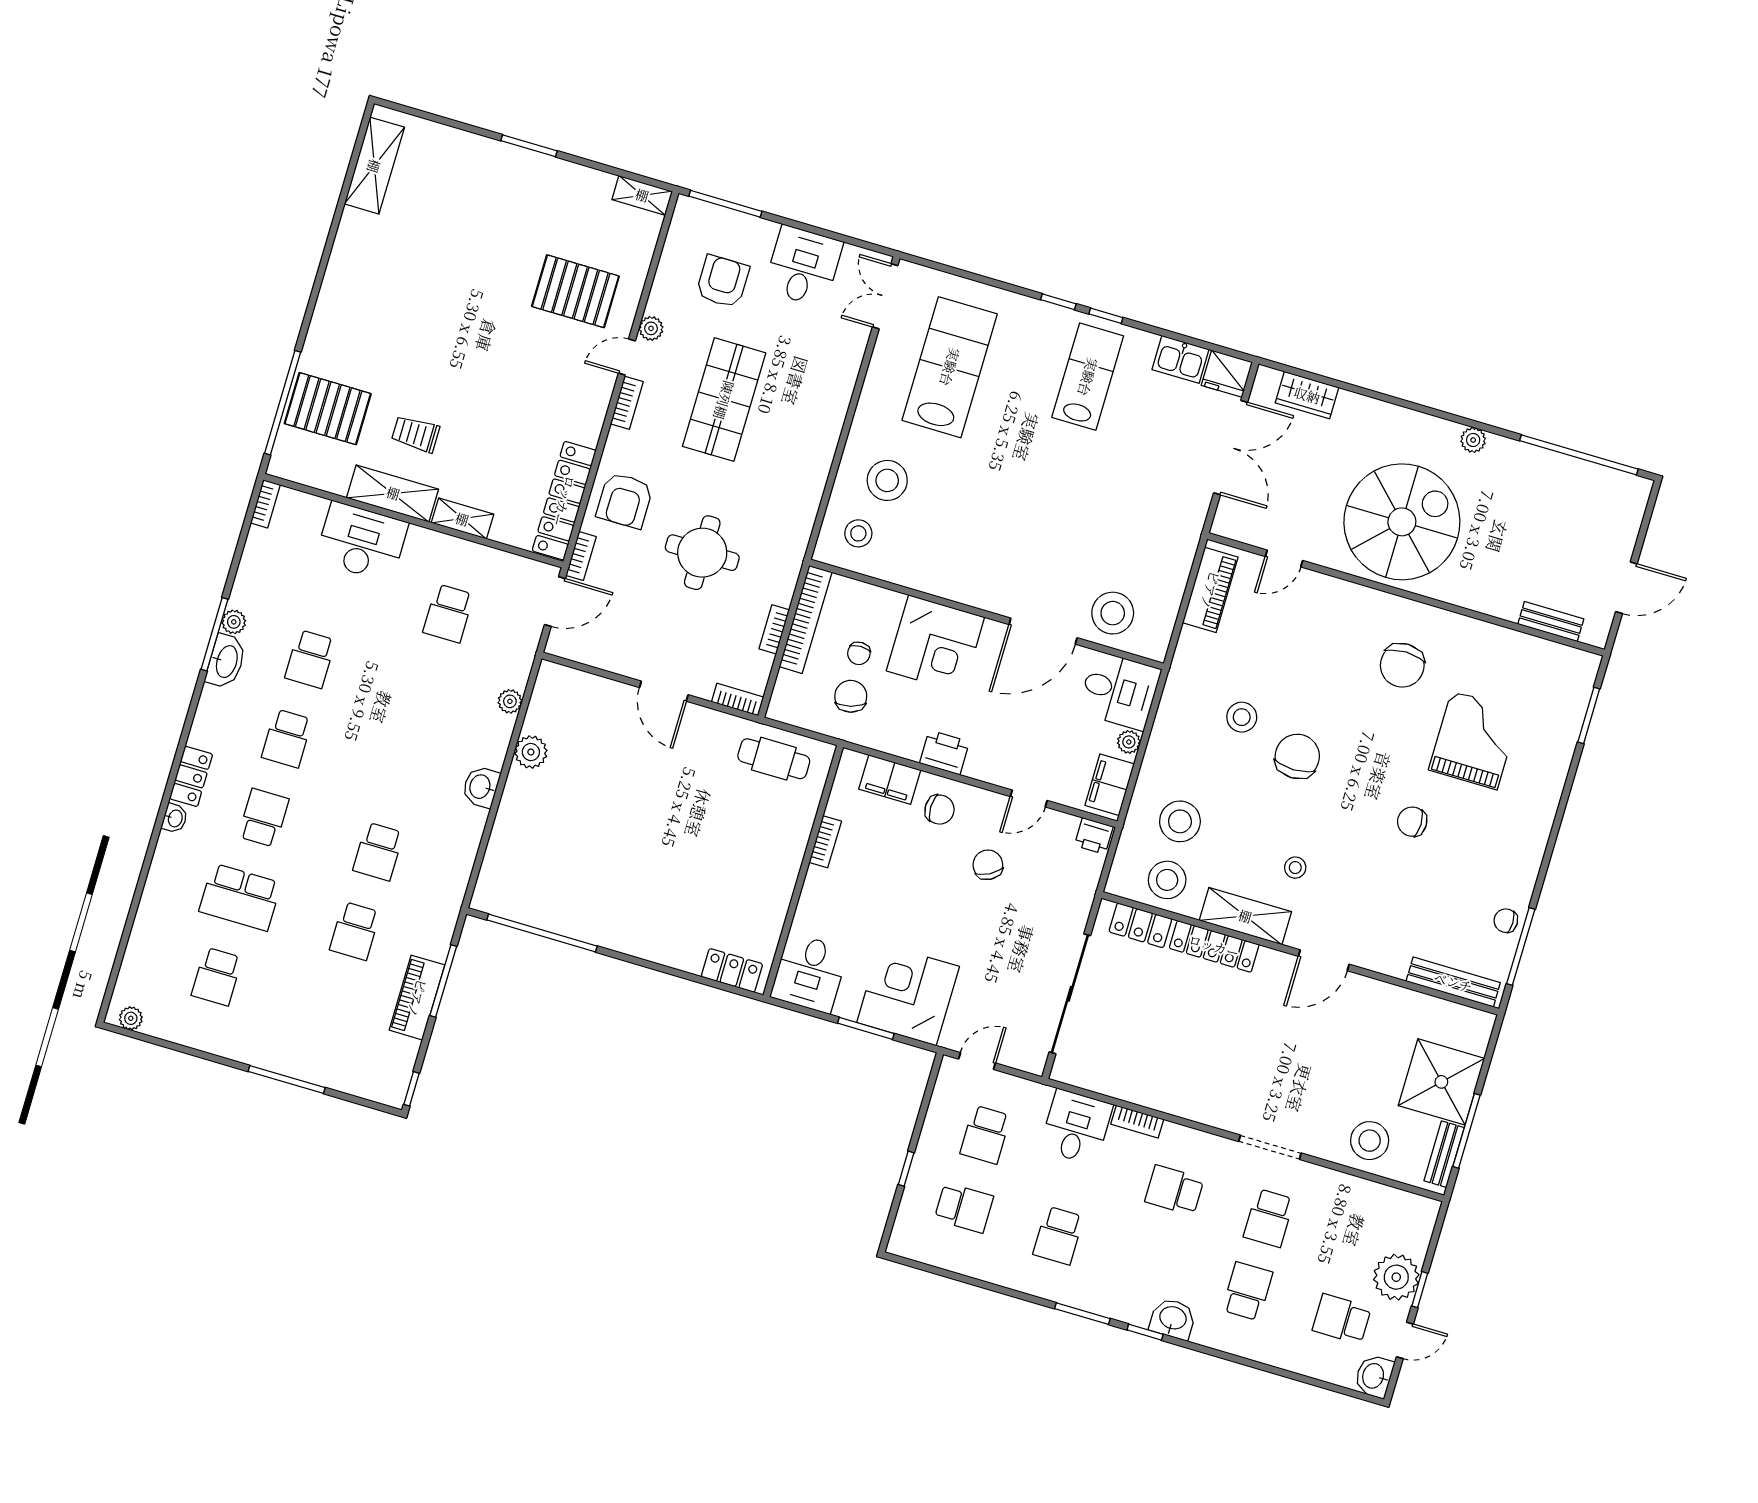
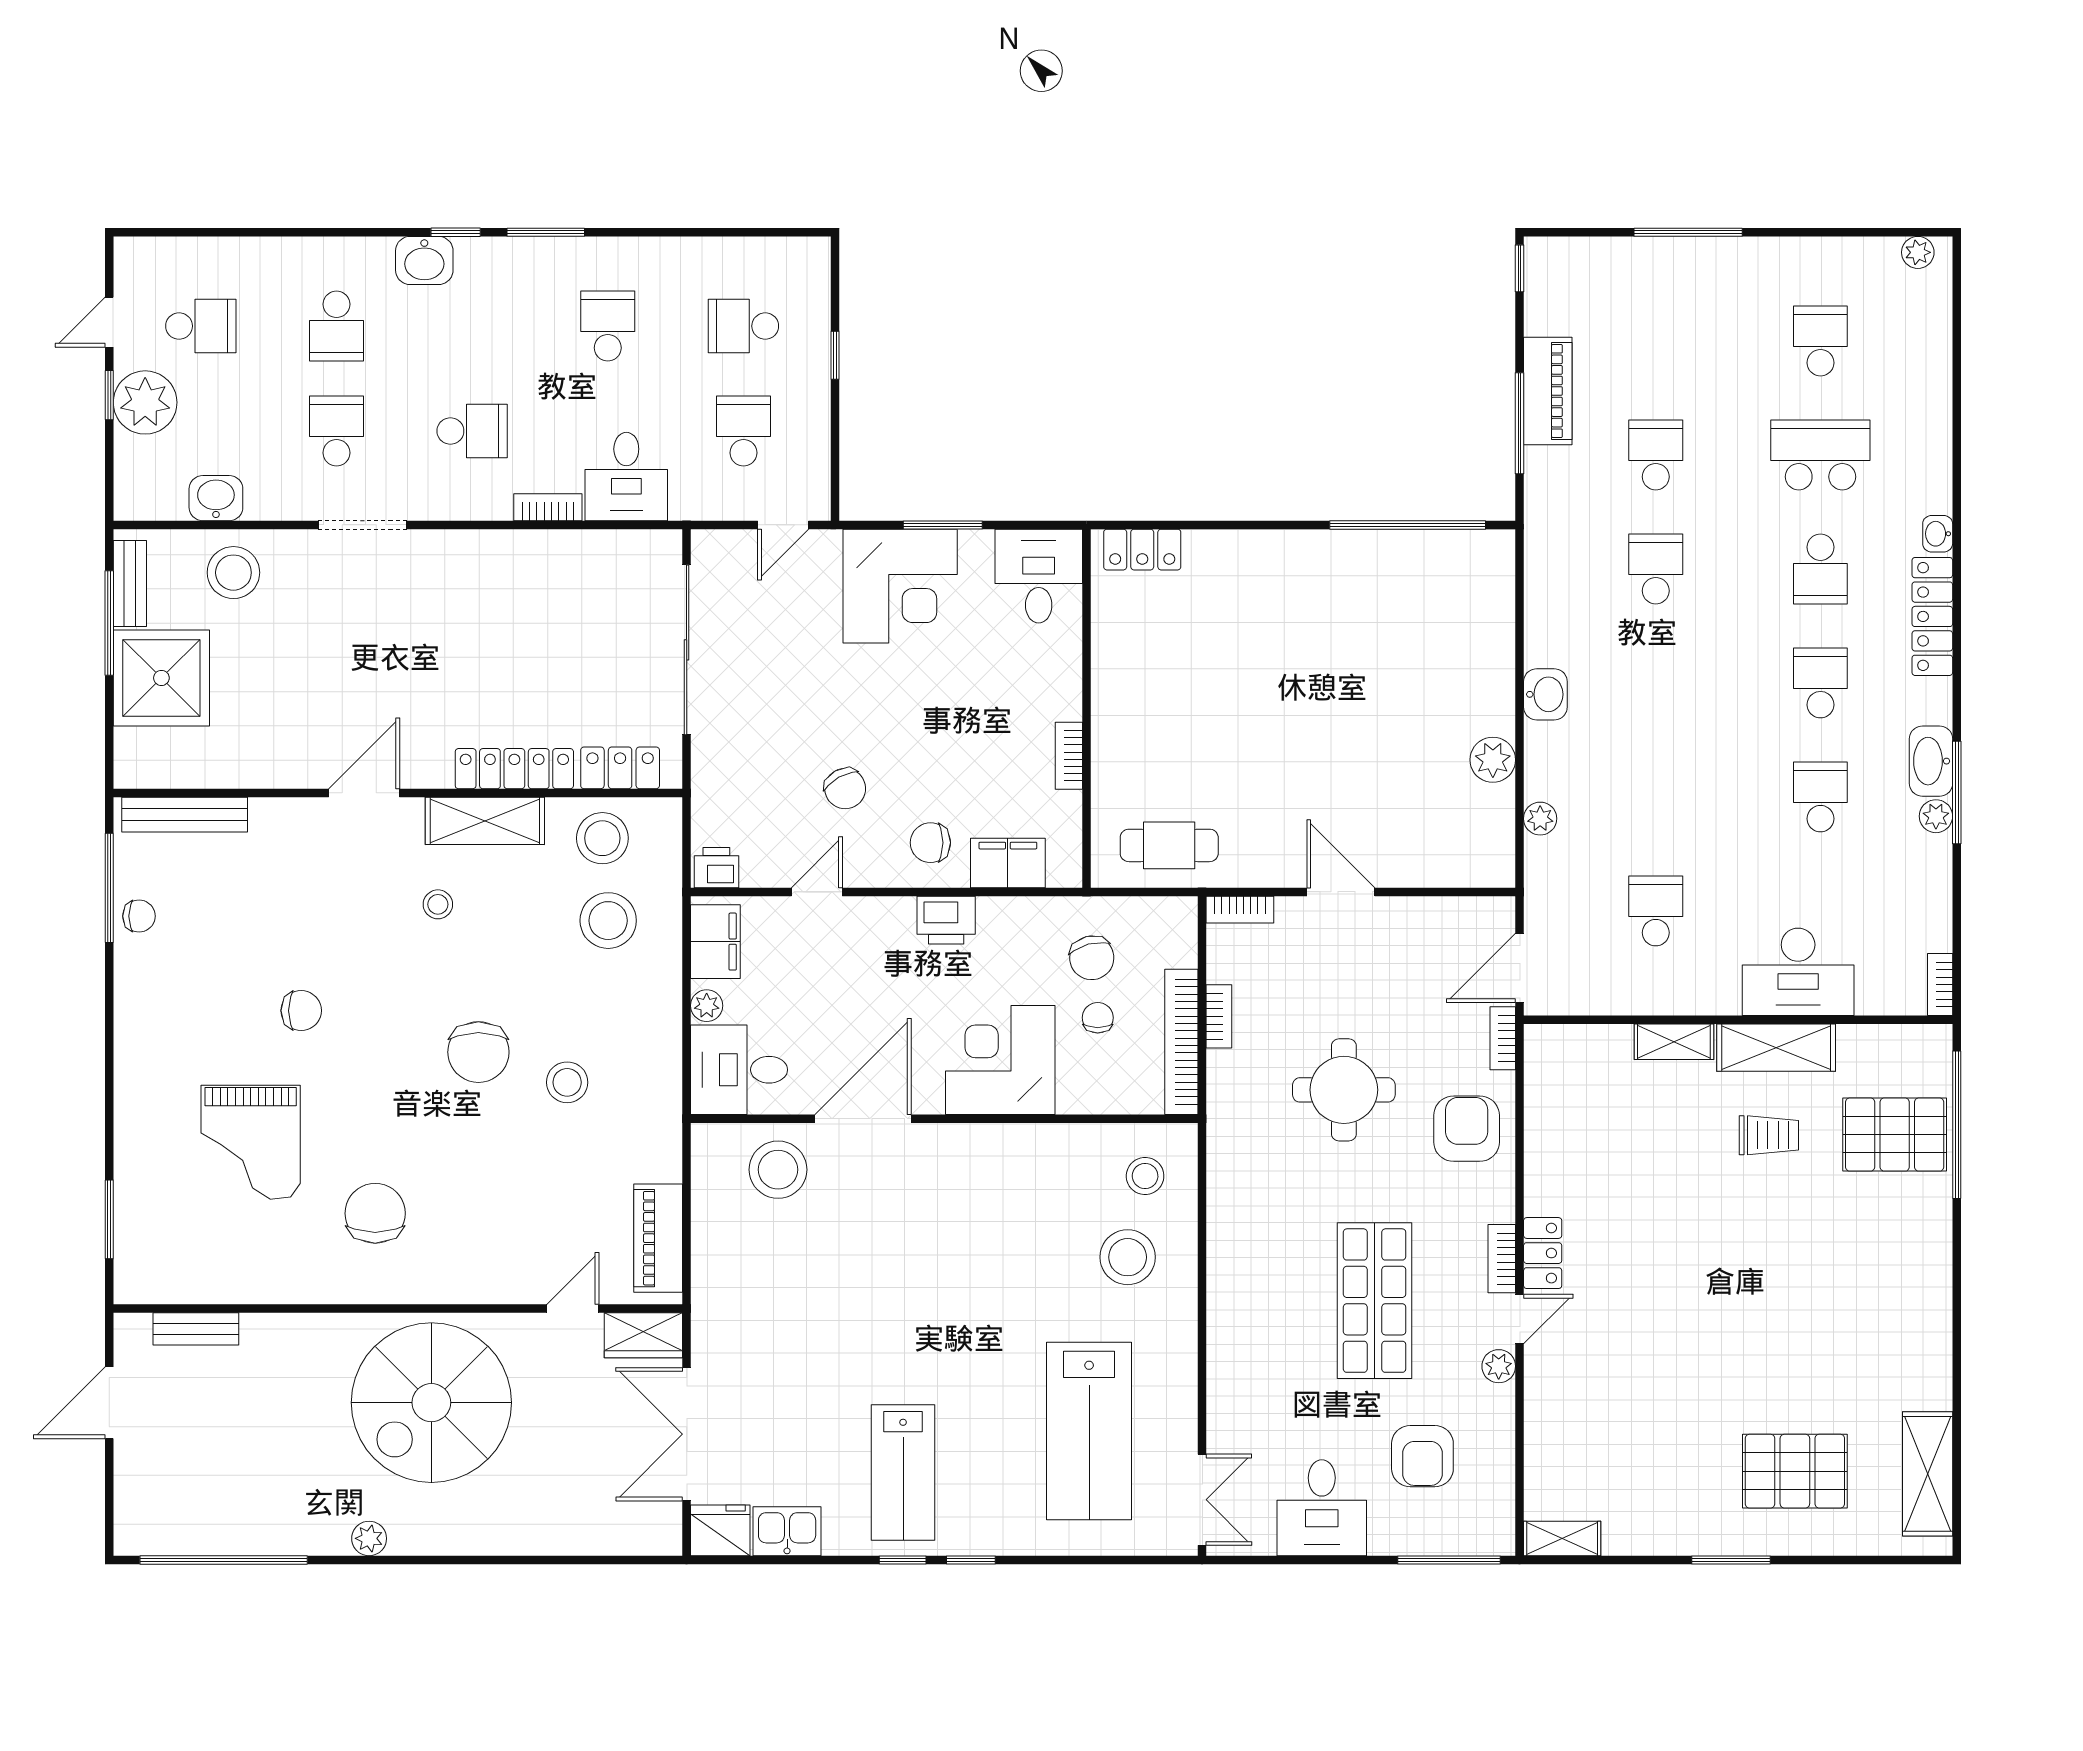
pallet: (575, 291) -> (1795, 1471), moved
wardrobe: (1307, 395) -> (643, 1335), moved, turned 180
locker: (564, 501) -> (1543, 1253), moved, width x0.46, depth x0.83
locker: (191, 776) -> (1932, 616), width x1.53
washbasin: (1374, 1376) -> (216, 498), moved, turned -90

